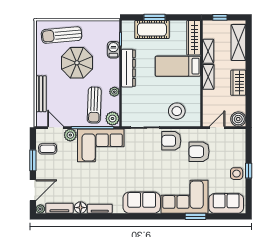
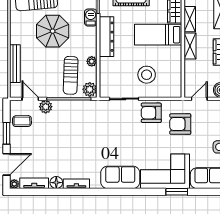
stool: (177, 111) -> (147, 75), moved
corner sofa: (101, 145) -> (77, 117), removed

